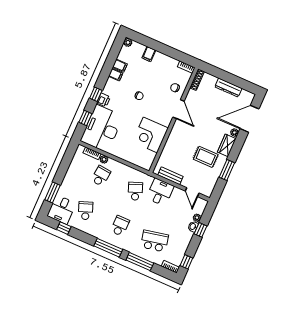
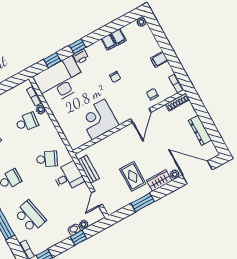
filing cabinet: (149, 54) -> (159, 59), moved
school desk: (135, 191) -> (47, 159), turned 45

